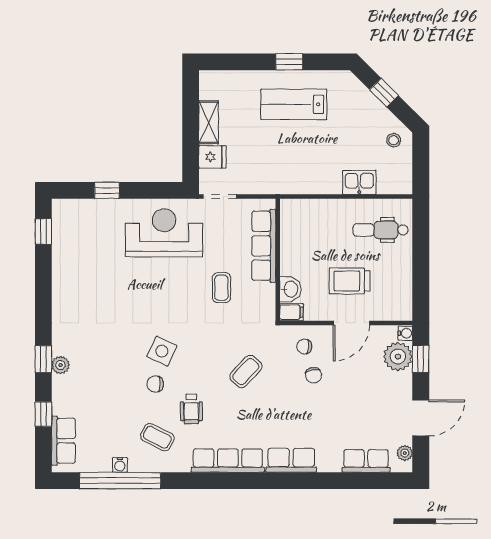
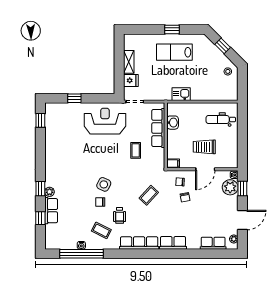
kitchen sink: (359, 182) -> (181, 94), moved
washbasin: (290, 289) -> (173, 123), moved
row of seats: (63, 441) -> (51, 211), moved

